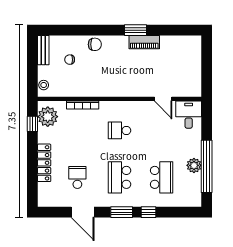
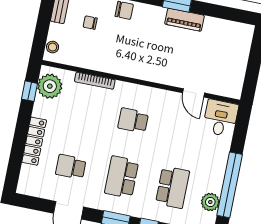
plant: (194, 165) -> (210, 202), moved
school desk: (77, 177) -> (71, 167), turned -90

